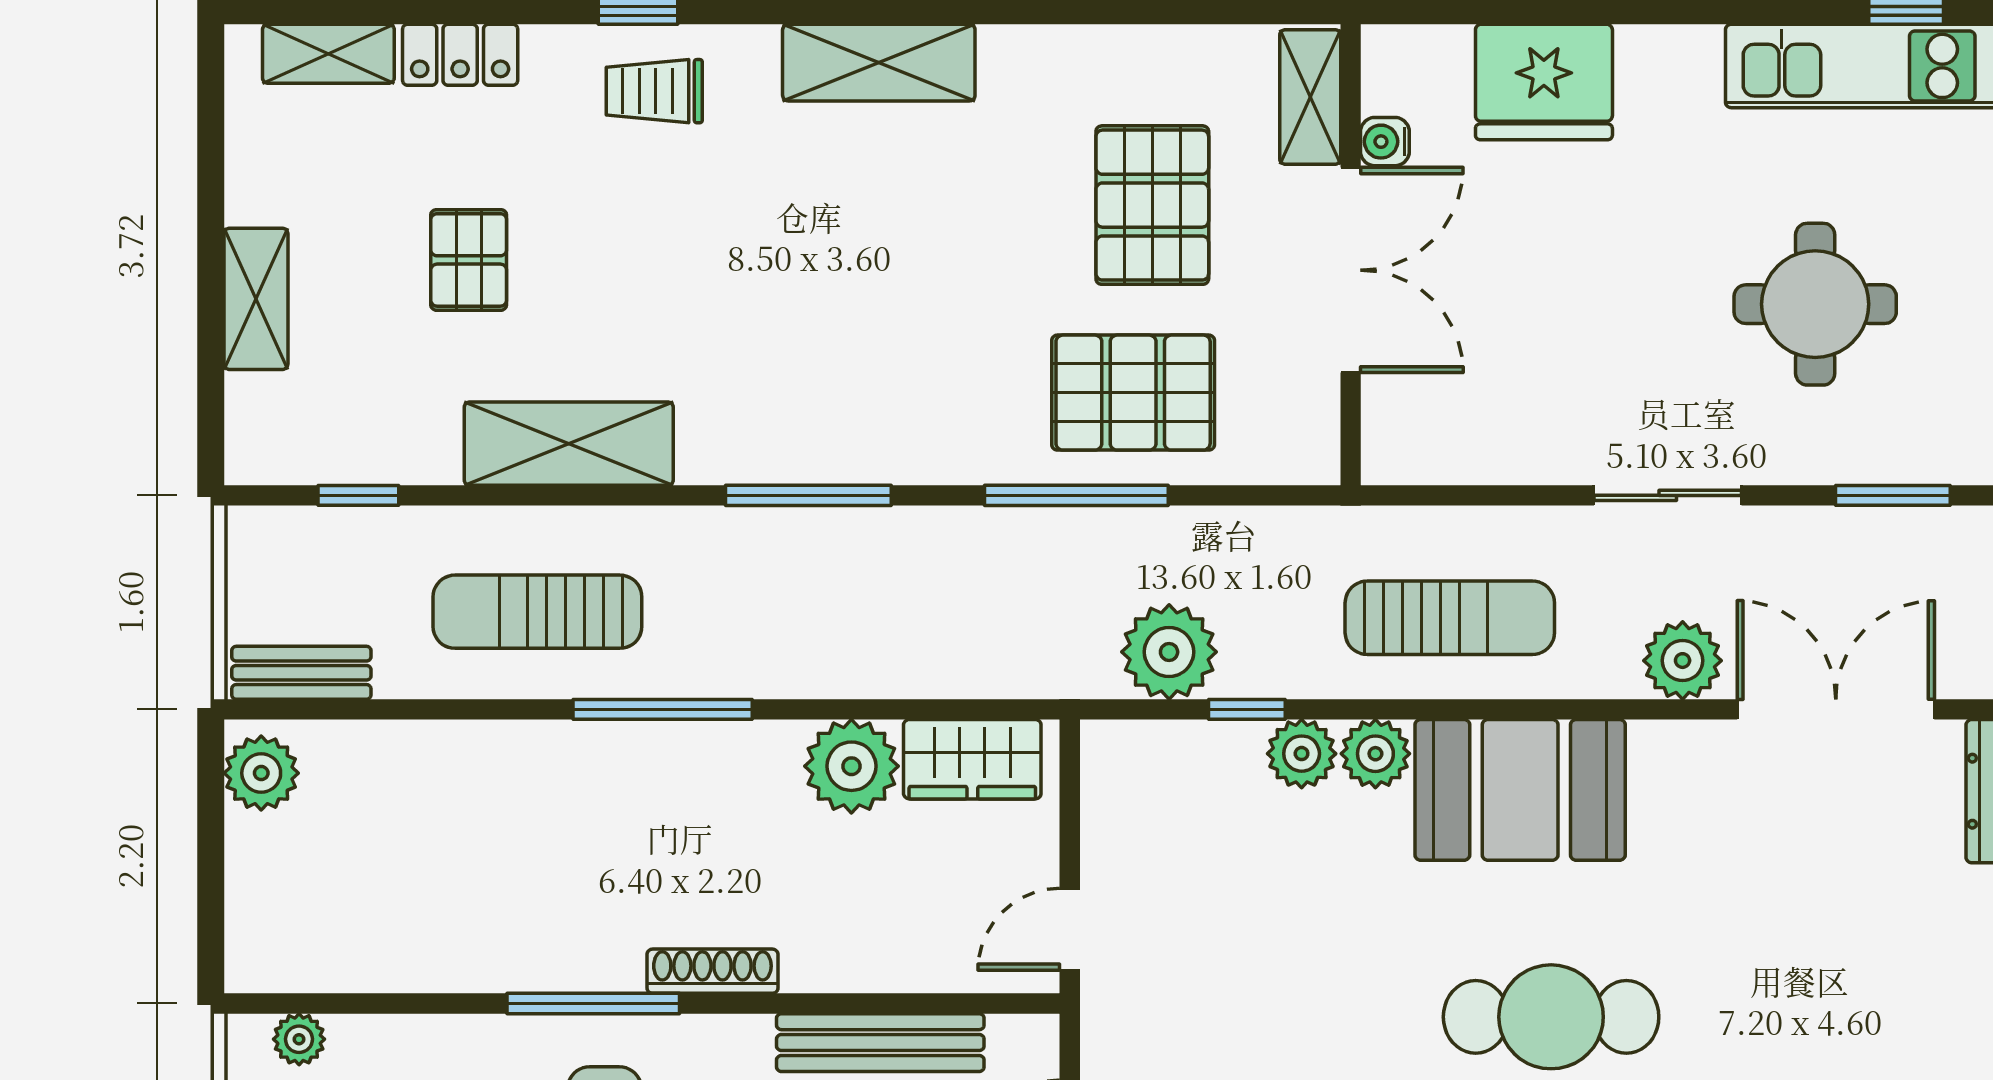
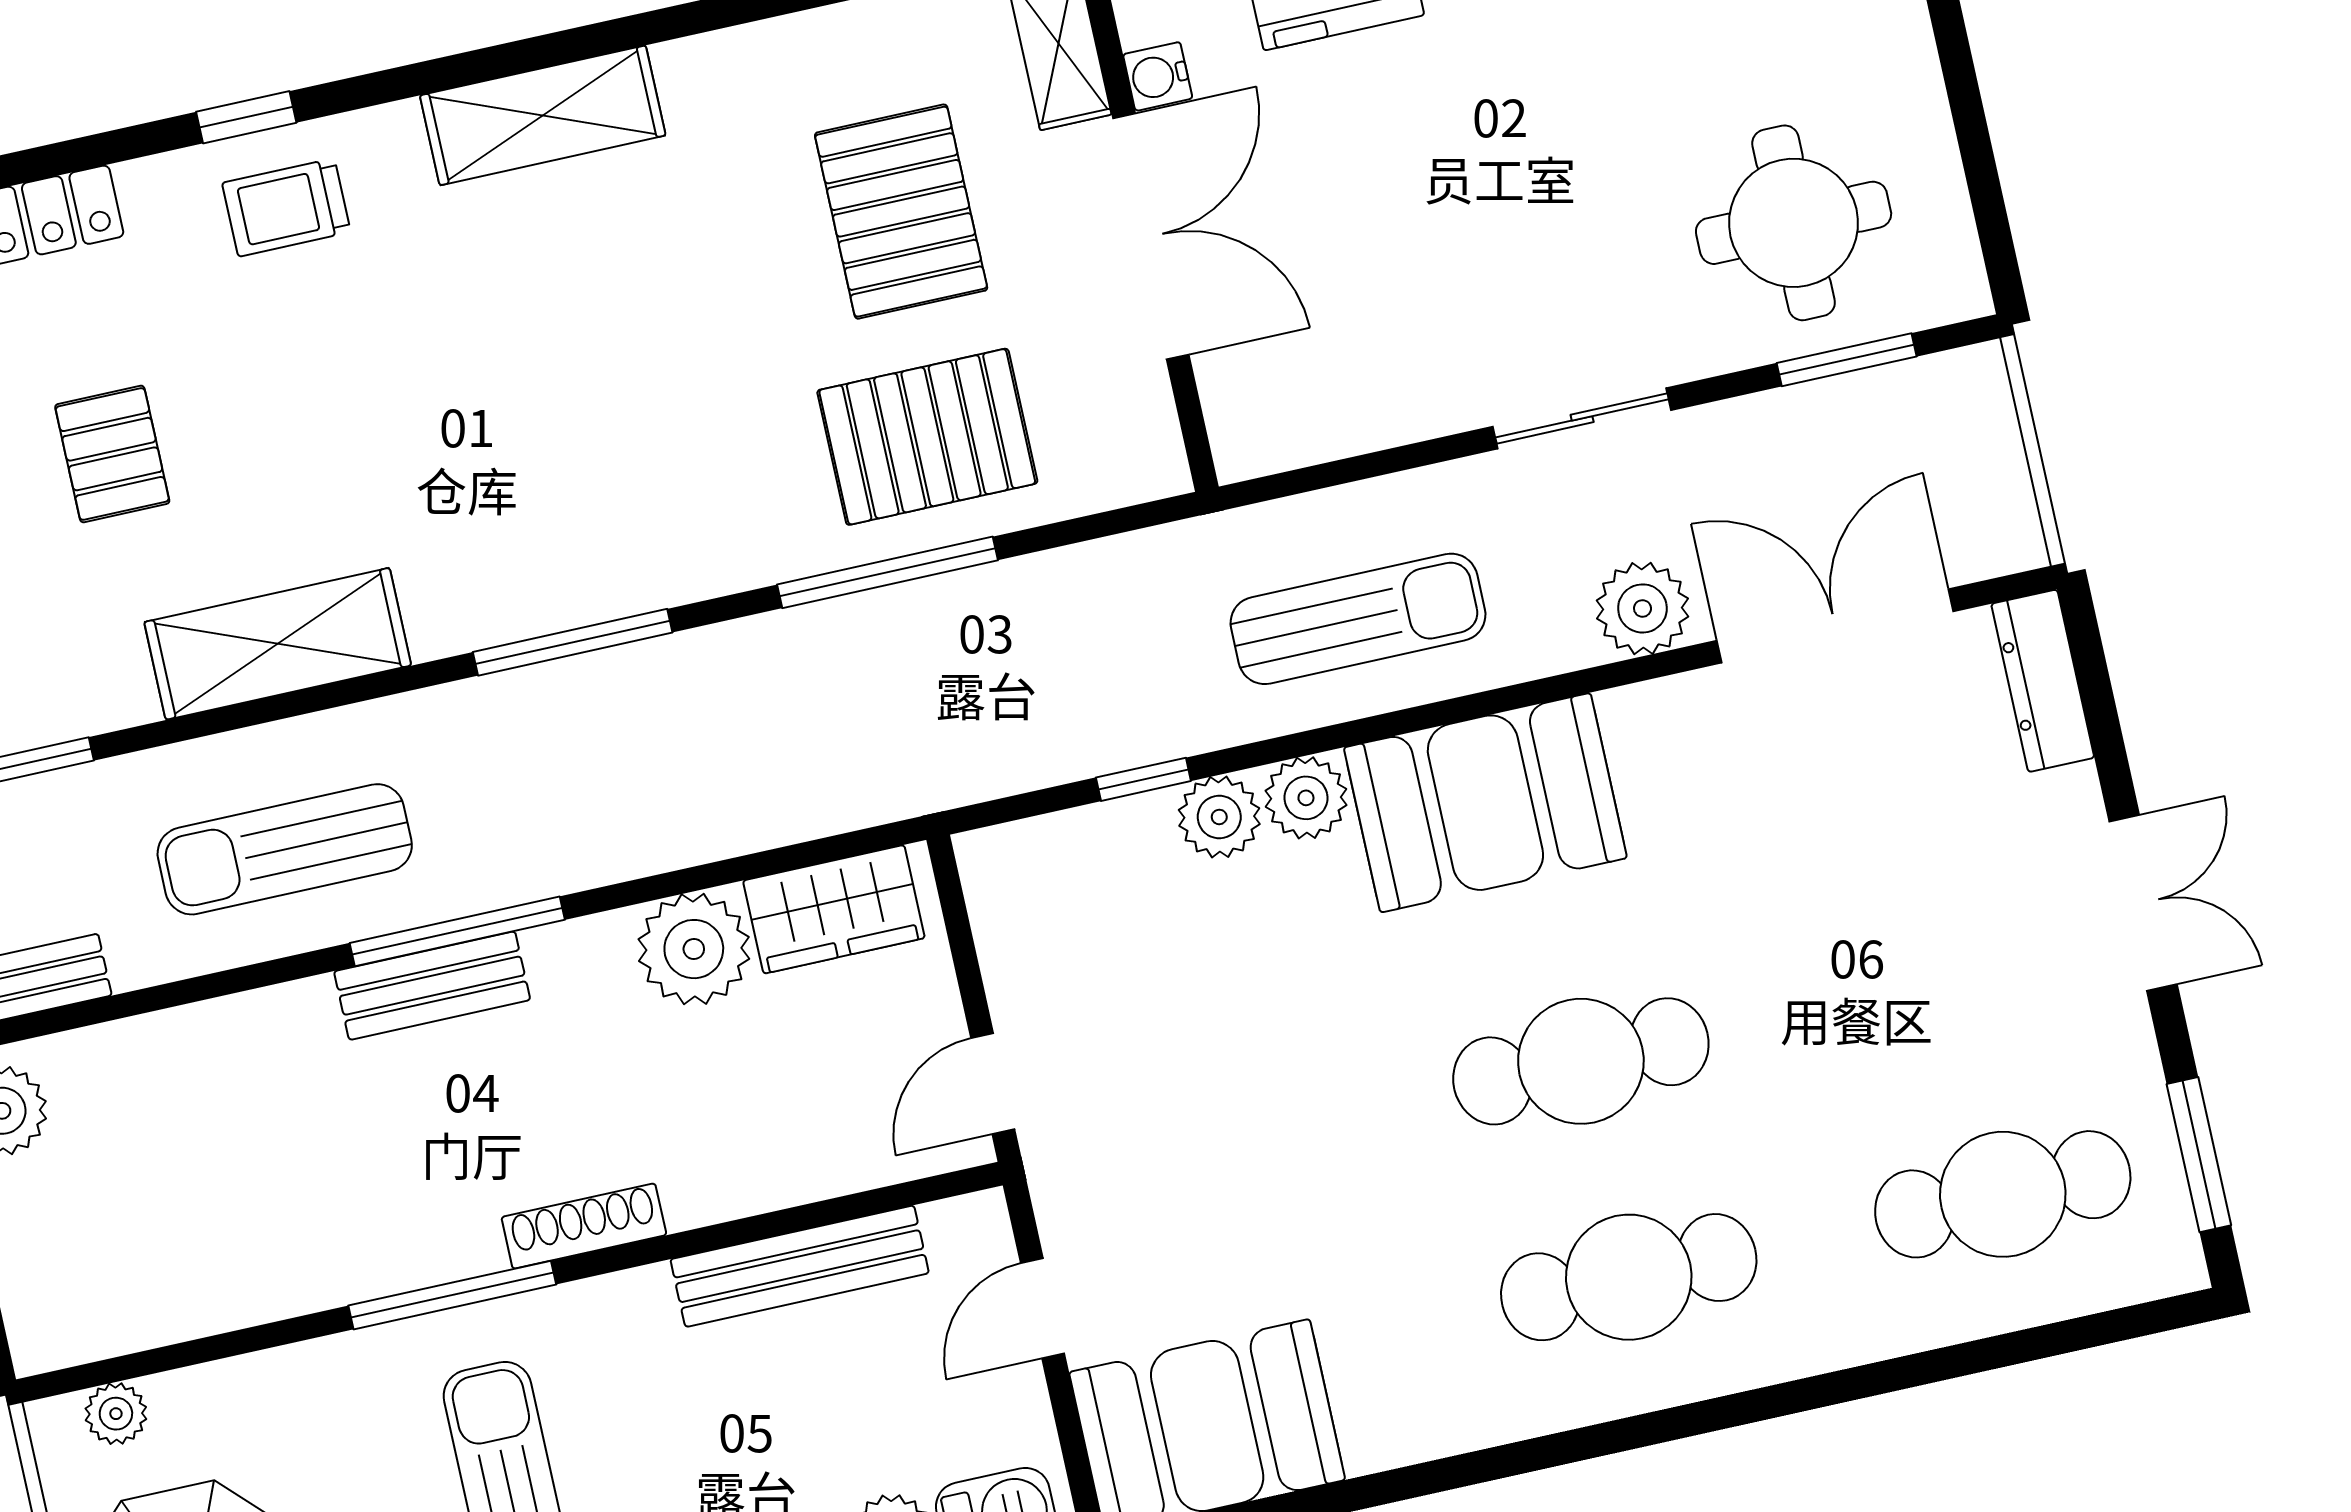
round table: (1815, 304) -> (1794, 223), moved
plant: (1169, 652) -> (1037, 732), removed
bench: (633, 749) -> (432, 986), added

